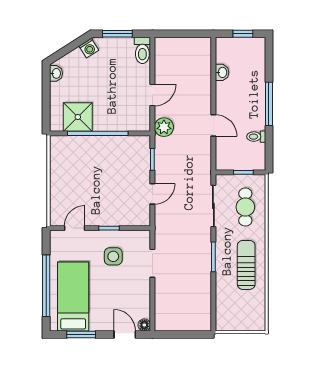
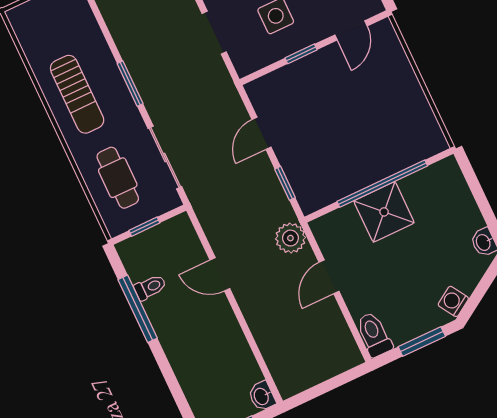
washbasin: (222, 72) -> (262, 396), moved
window: (269, 104) -> (138, 309), moved
shower: (78, 117) -> (384, 212), moved

